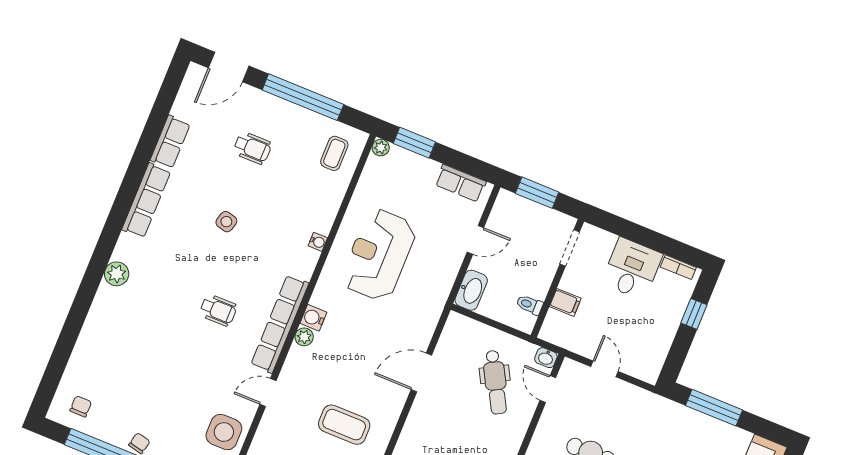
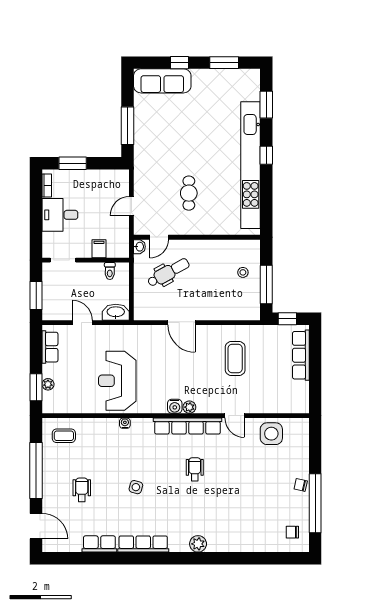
plant: (381, 148) -> (48, 384), moved
reception desk: (379, 255) -> (117, 381), turned 90
window: (694, 314) -> (73, 163), width x1.50

